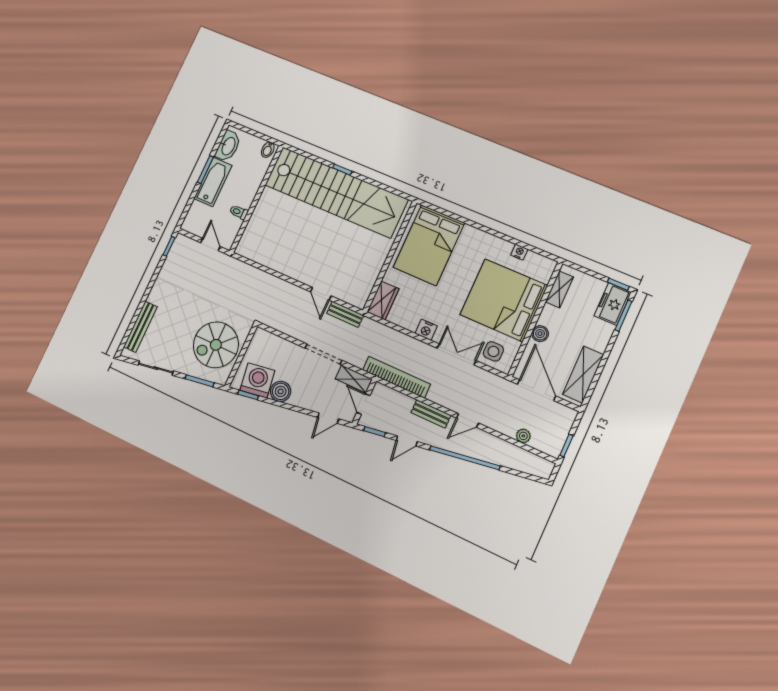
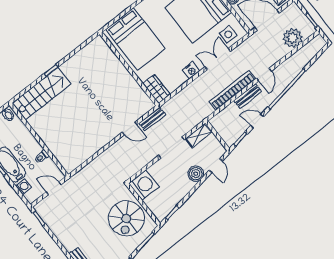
stairs: (336, 192) -> (42, 94), width x0.54, depth x0.66
washing machine: (196, 210) -> (23, 187), added
bookcase: (396, 377) -> (232, 90), moved
washing machine: (257, 380) -> (144, 185), moved, turned 99
boiler: (281, 391) -> (196, 174), moved
door: (363, 404) -> (219, 137), removed
plant: (523, 436) -> (293, 38), width x1.88, depth x1.88
door: (407, 441) -> (257, 121), swing flipped

